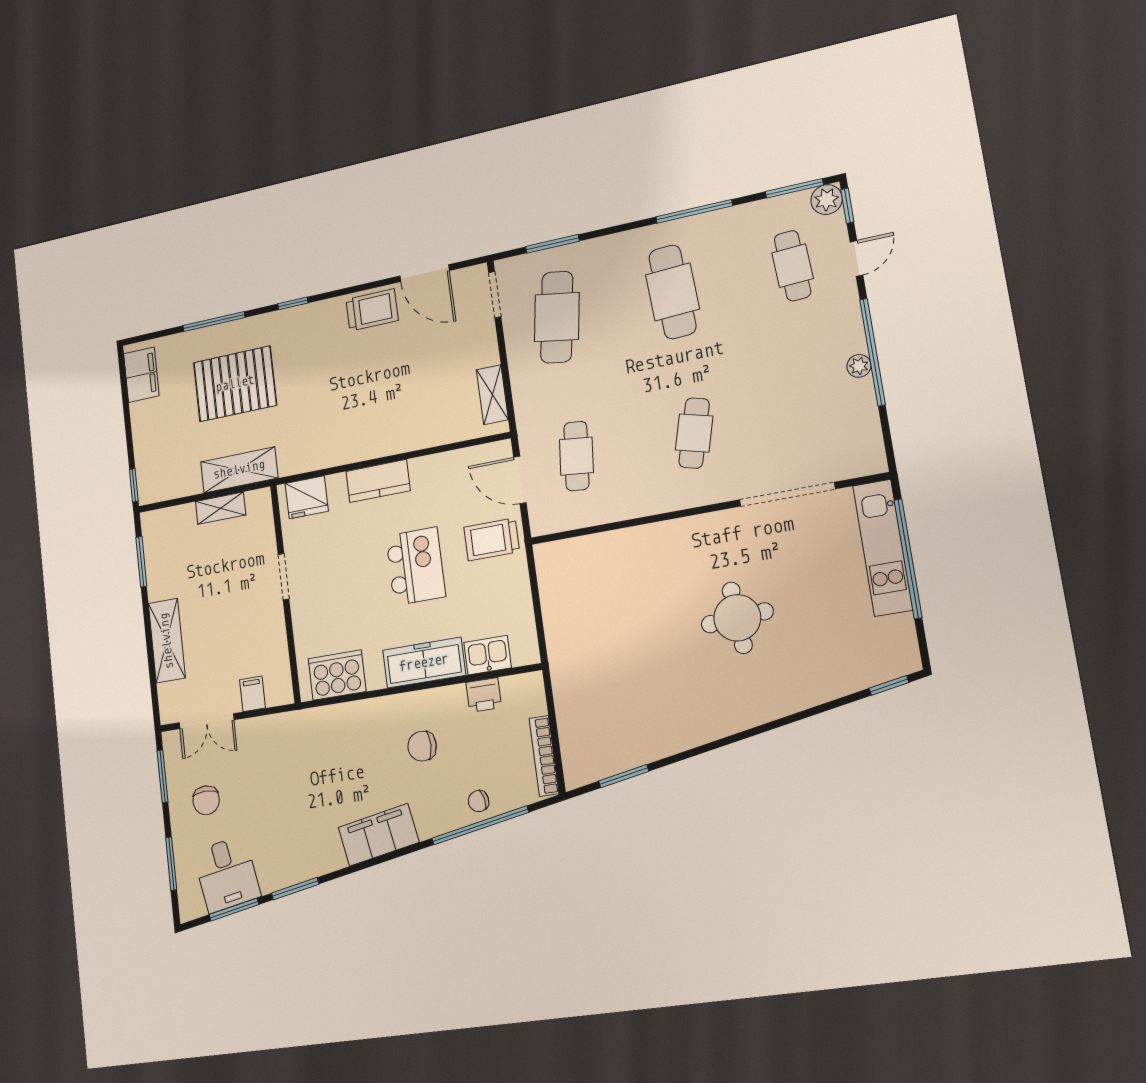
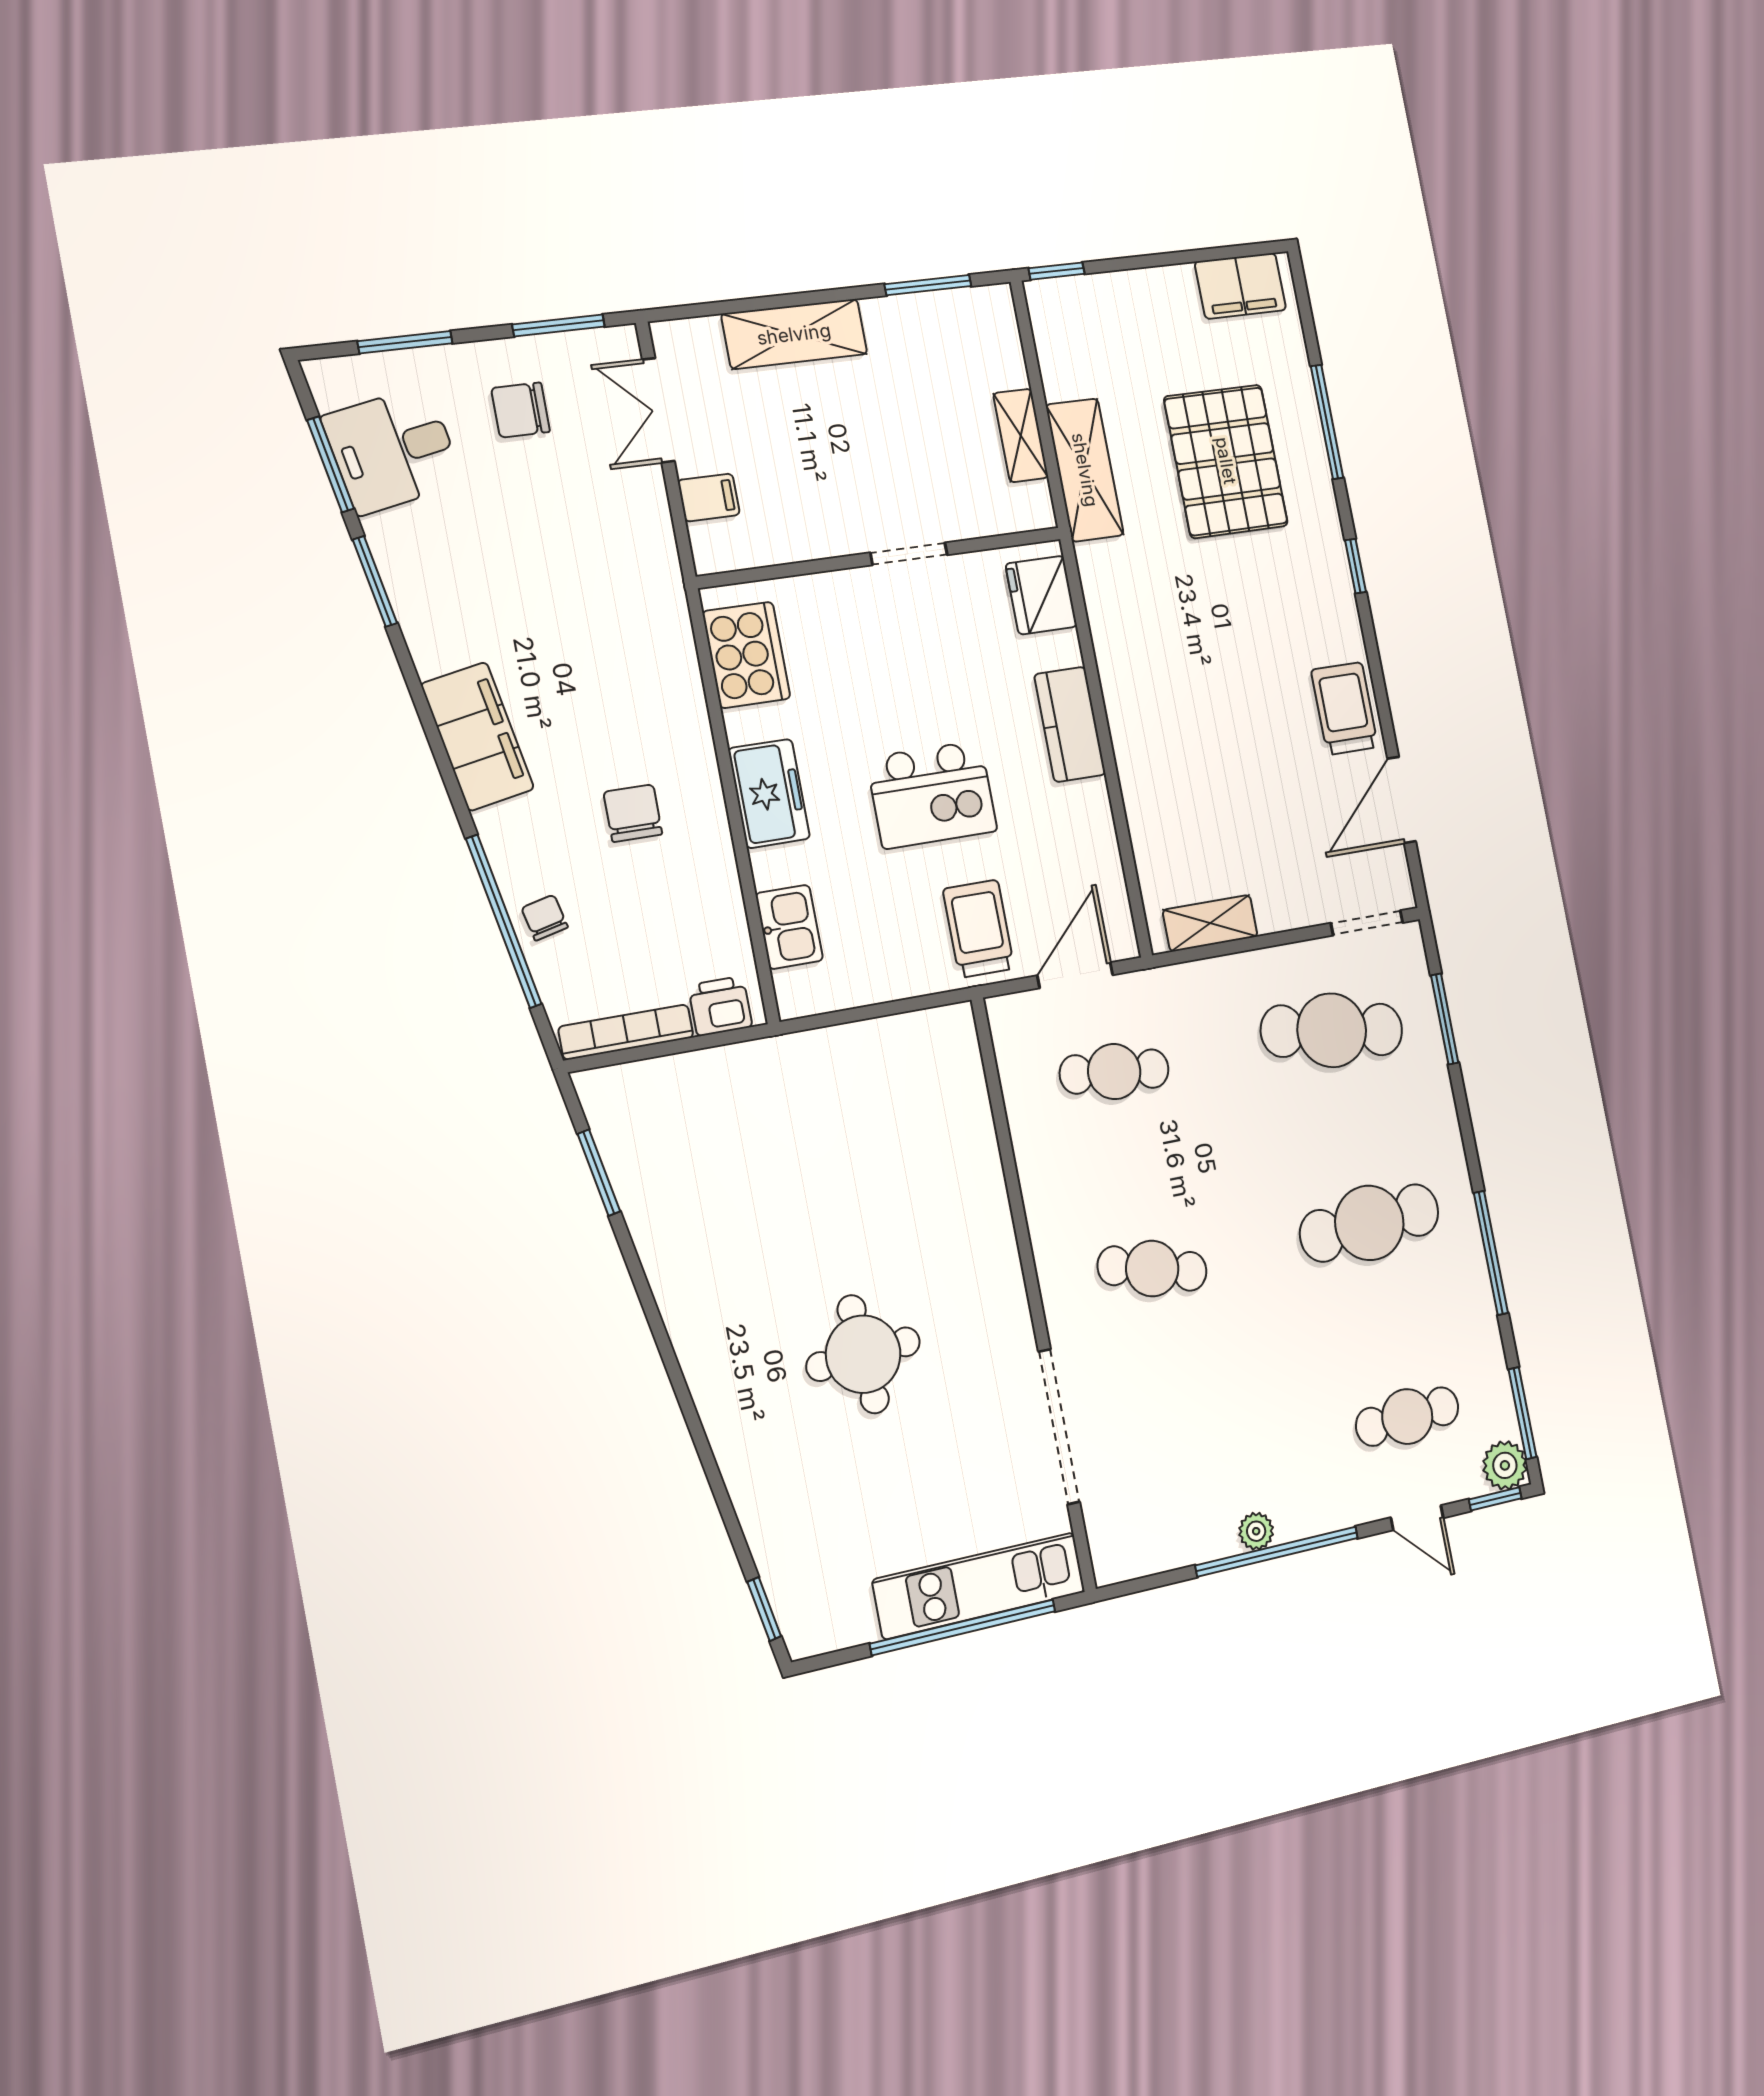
trolley: (372, 310) -> (1345, 708), turned 180
freezer: (424, 663) -> (769, 794), width x0.71
printer: (484, 695) -> (720, 1006), moved, turned 90

